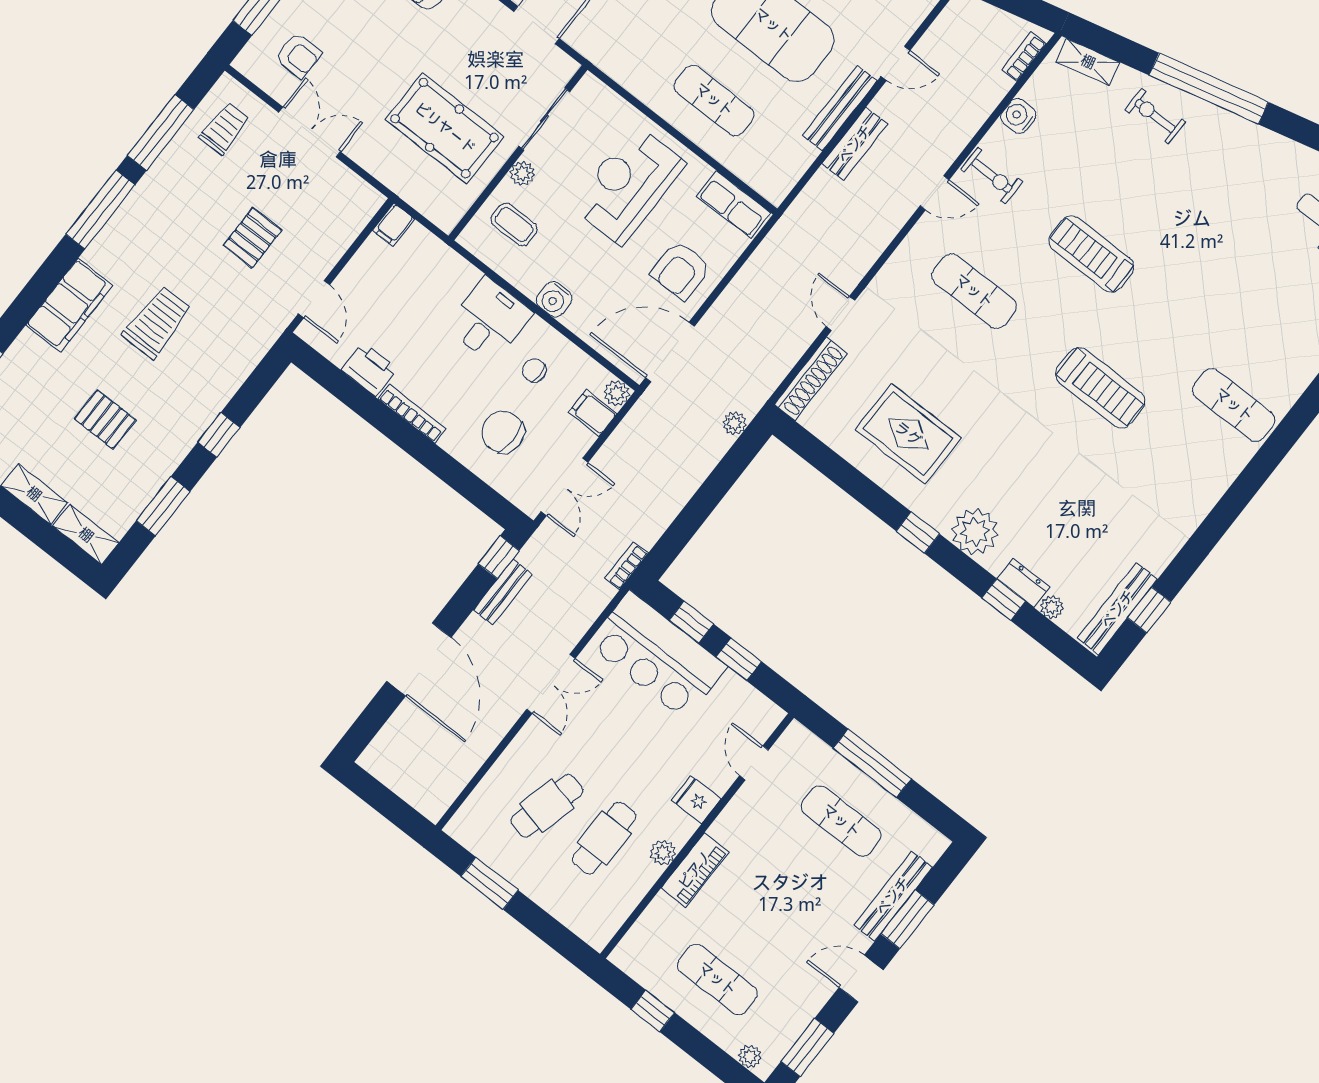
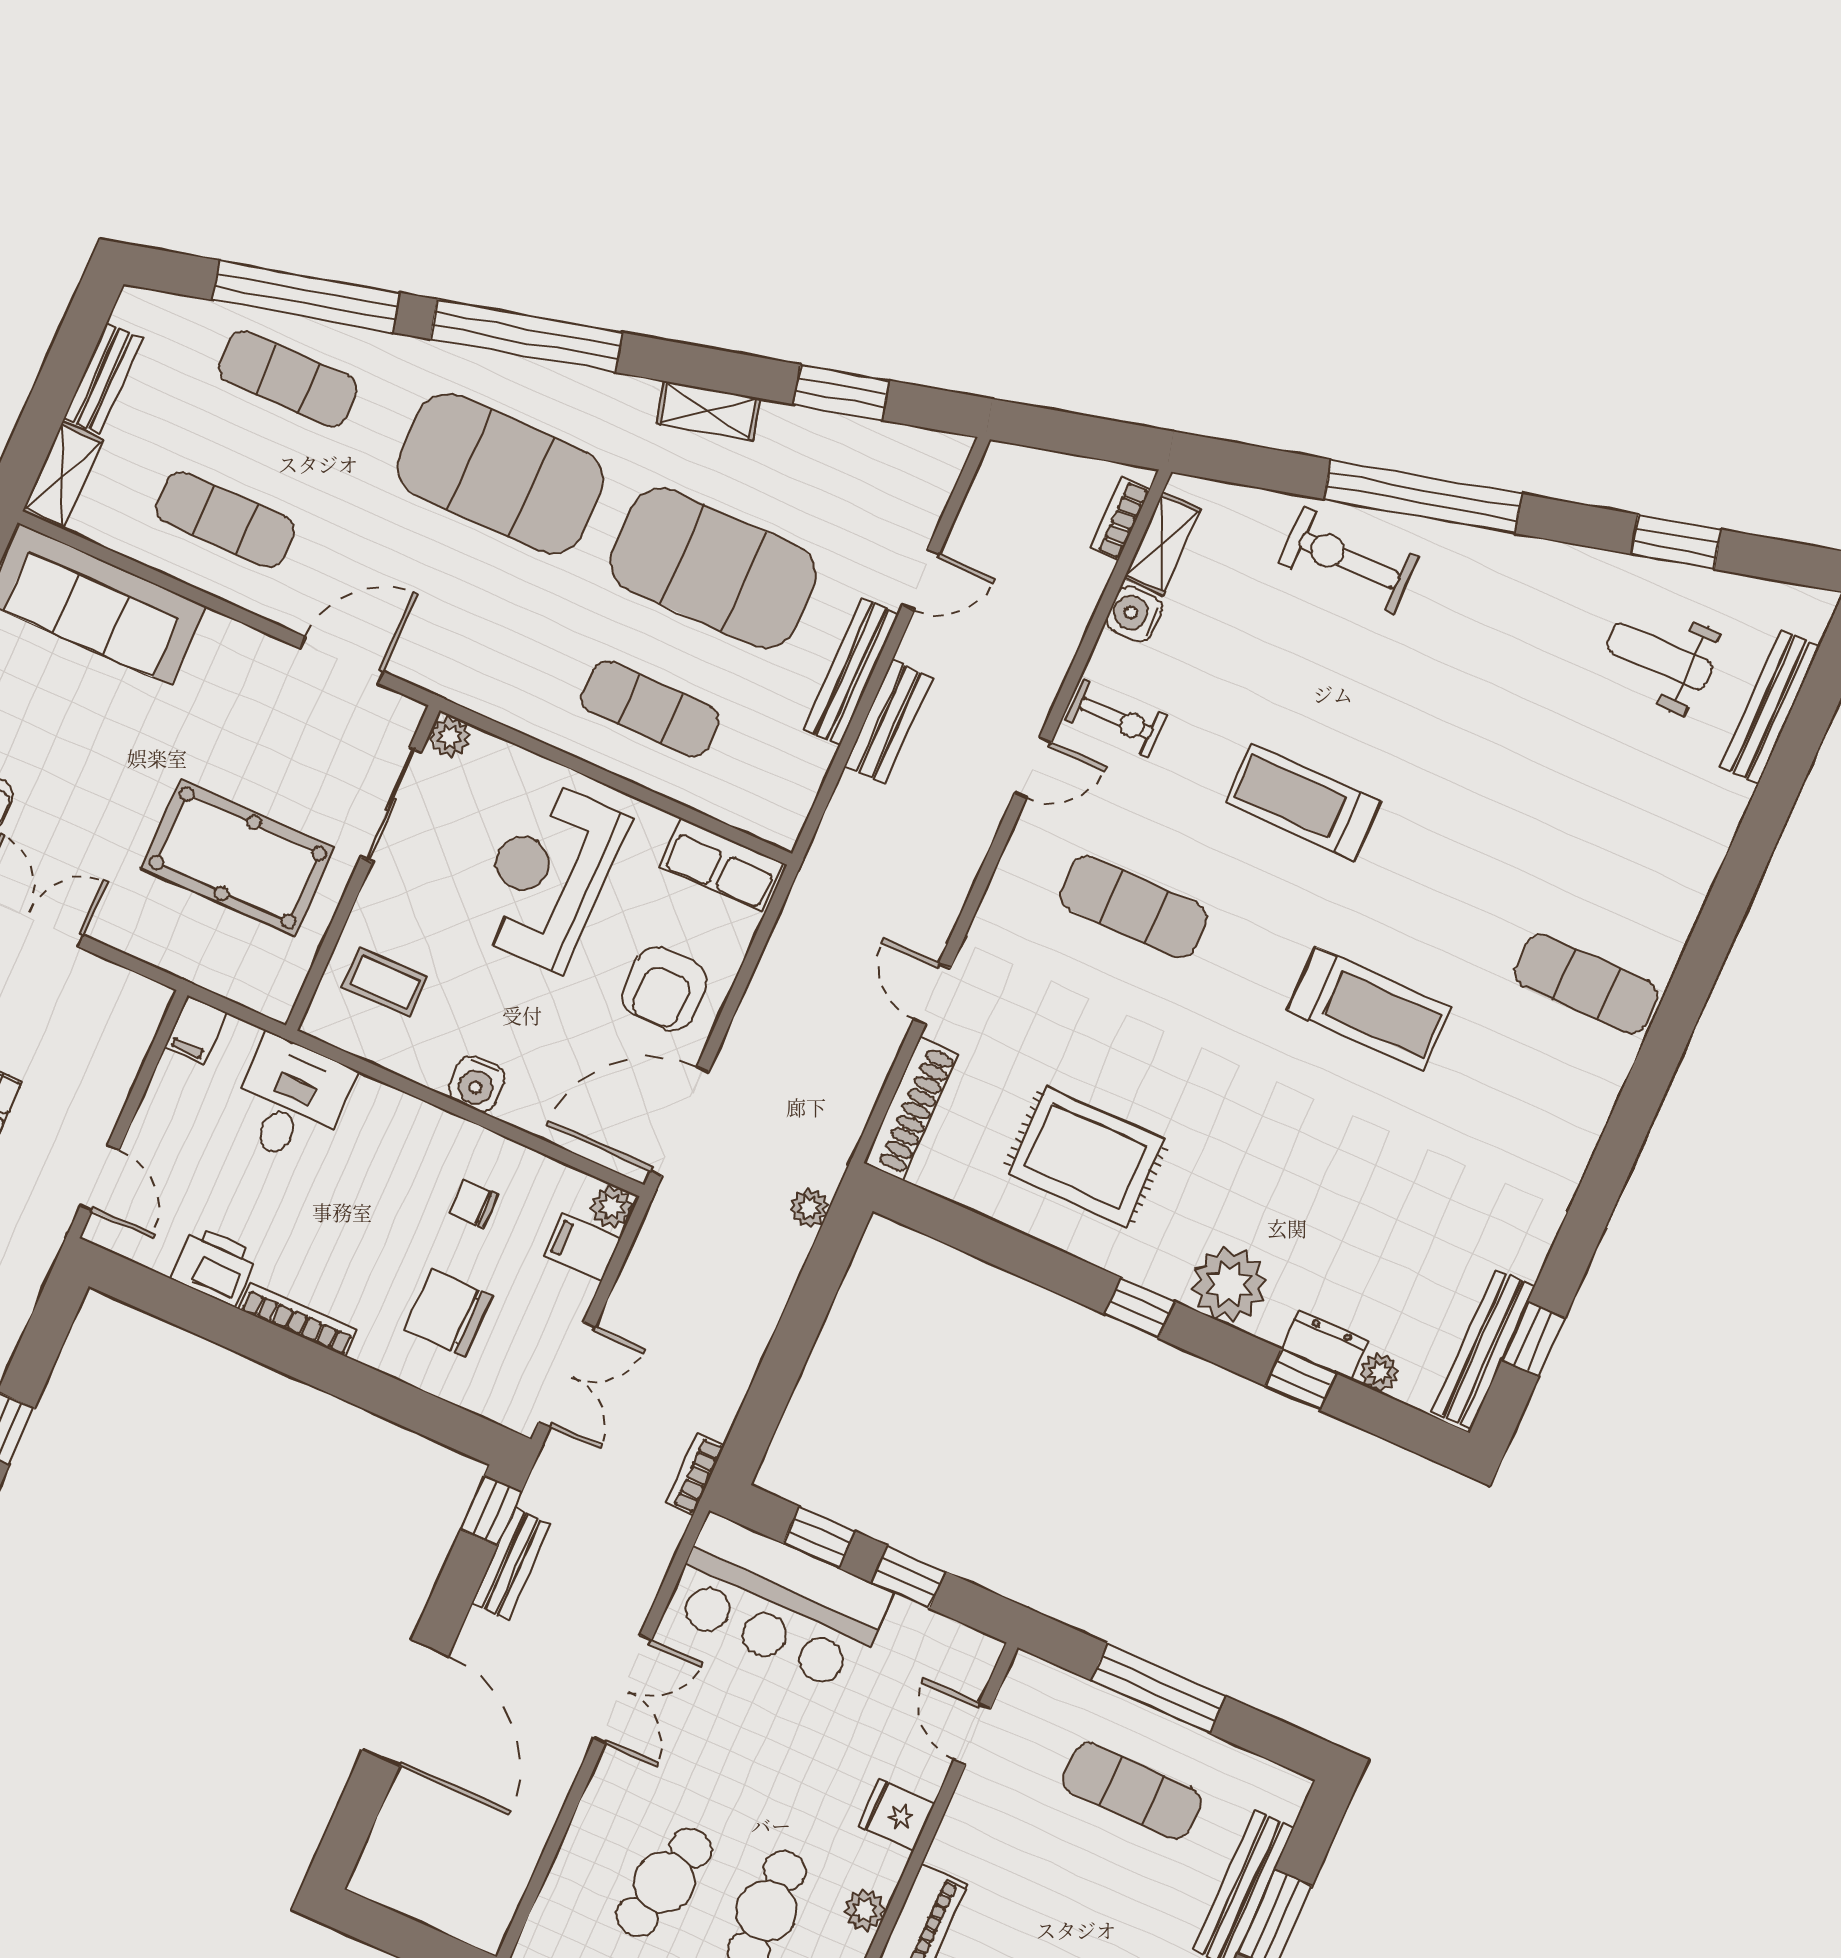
shelving: (1088, 62) -> (1162, 544), moved, turned -76
exercise bike: (1155, 116) -> (1349, 560), width x1.38, depth x1.39
plant: (522, 173) -> (450, 737), moved
desk: (489, 320) -> (291, 1101), moved

